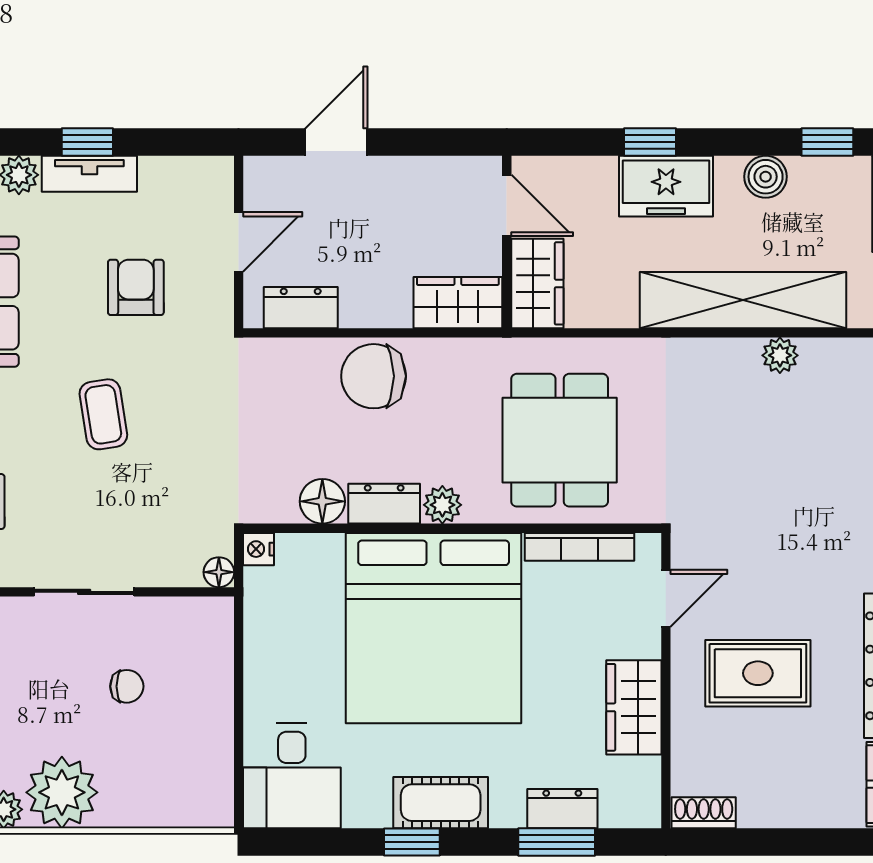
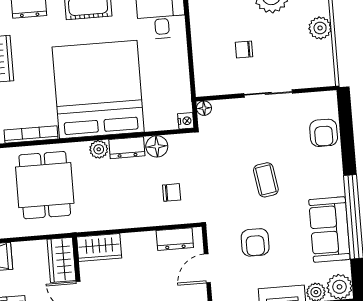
chair: (374, 376) -> (172, 192), moved, width x0.54, depth x0.54

